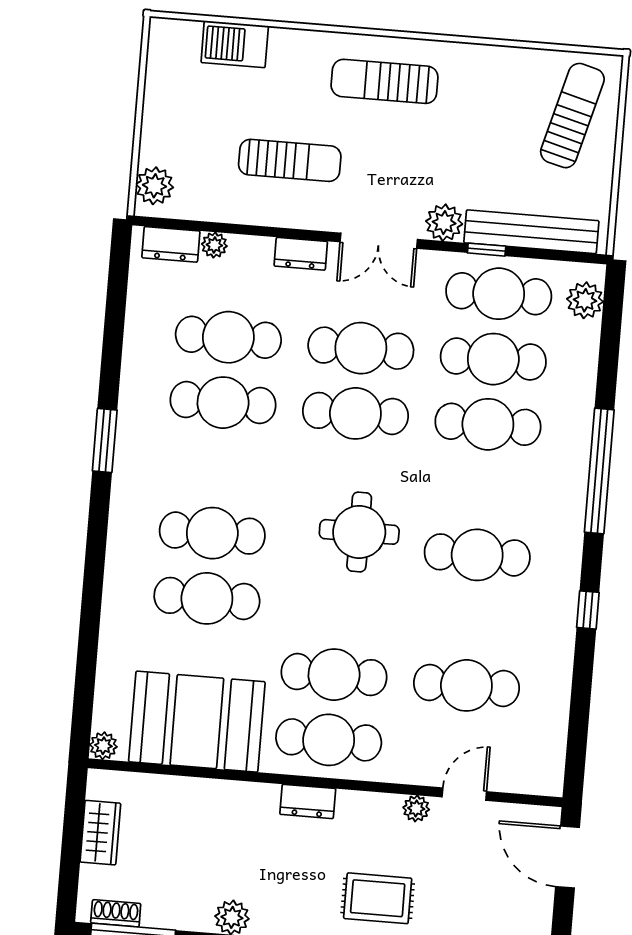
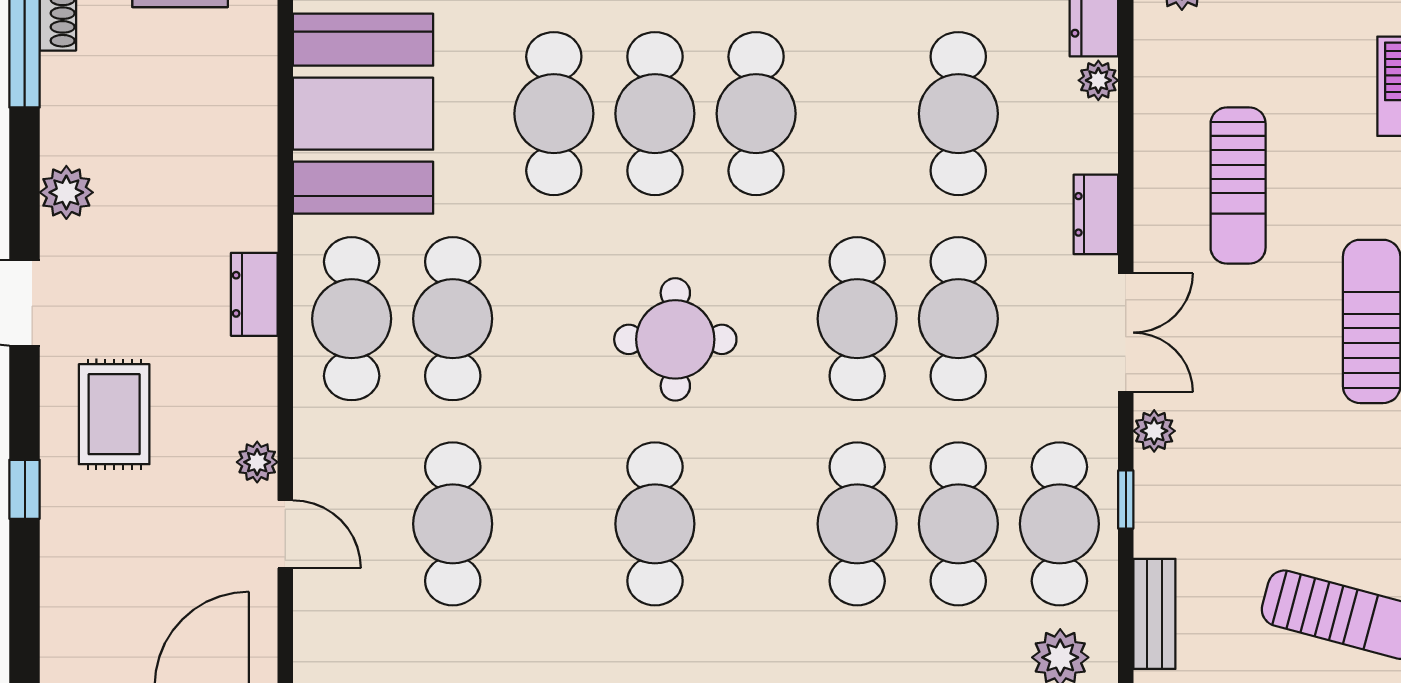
plant: (444, 223) -> (1154, 431), width x0.73, depth x0.73
bench: (531, 232) -> (1154, 614), width x0.54, depth x0.82
double door: (379, 241) -> (1126, 333), swing flipped
cafe table: (223, 403) -> (756, 114), moved

